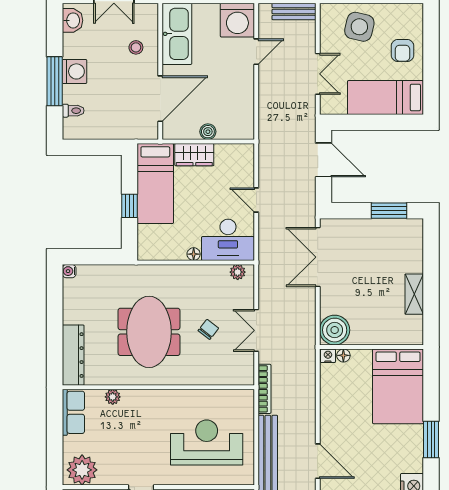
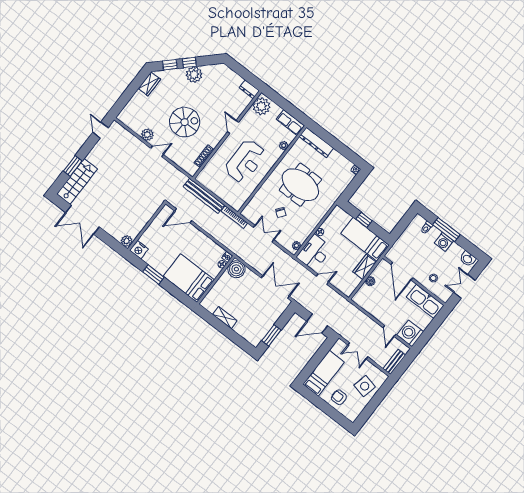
reception desk: (207, 442) -> (245, 161), moved

